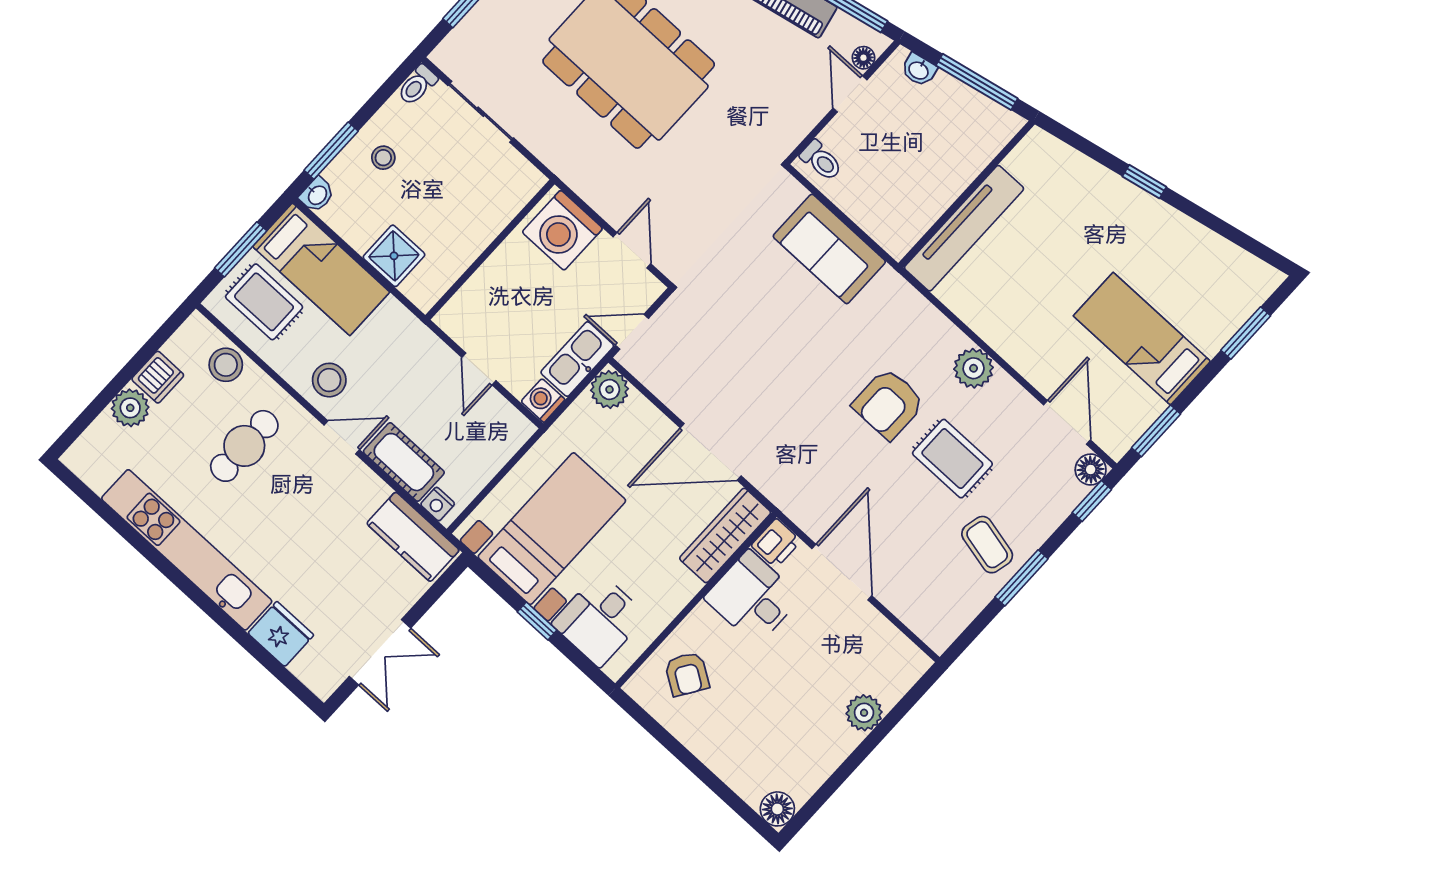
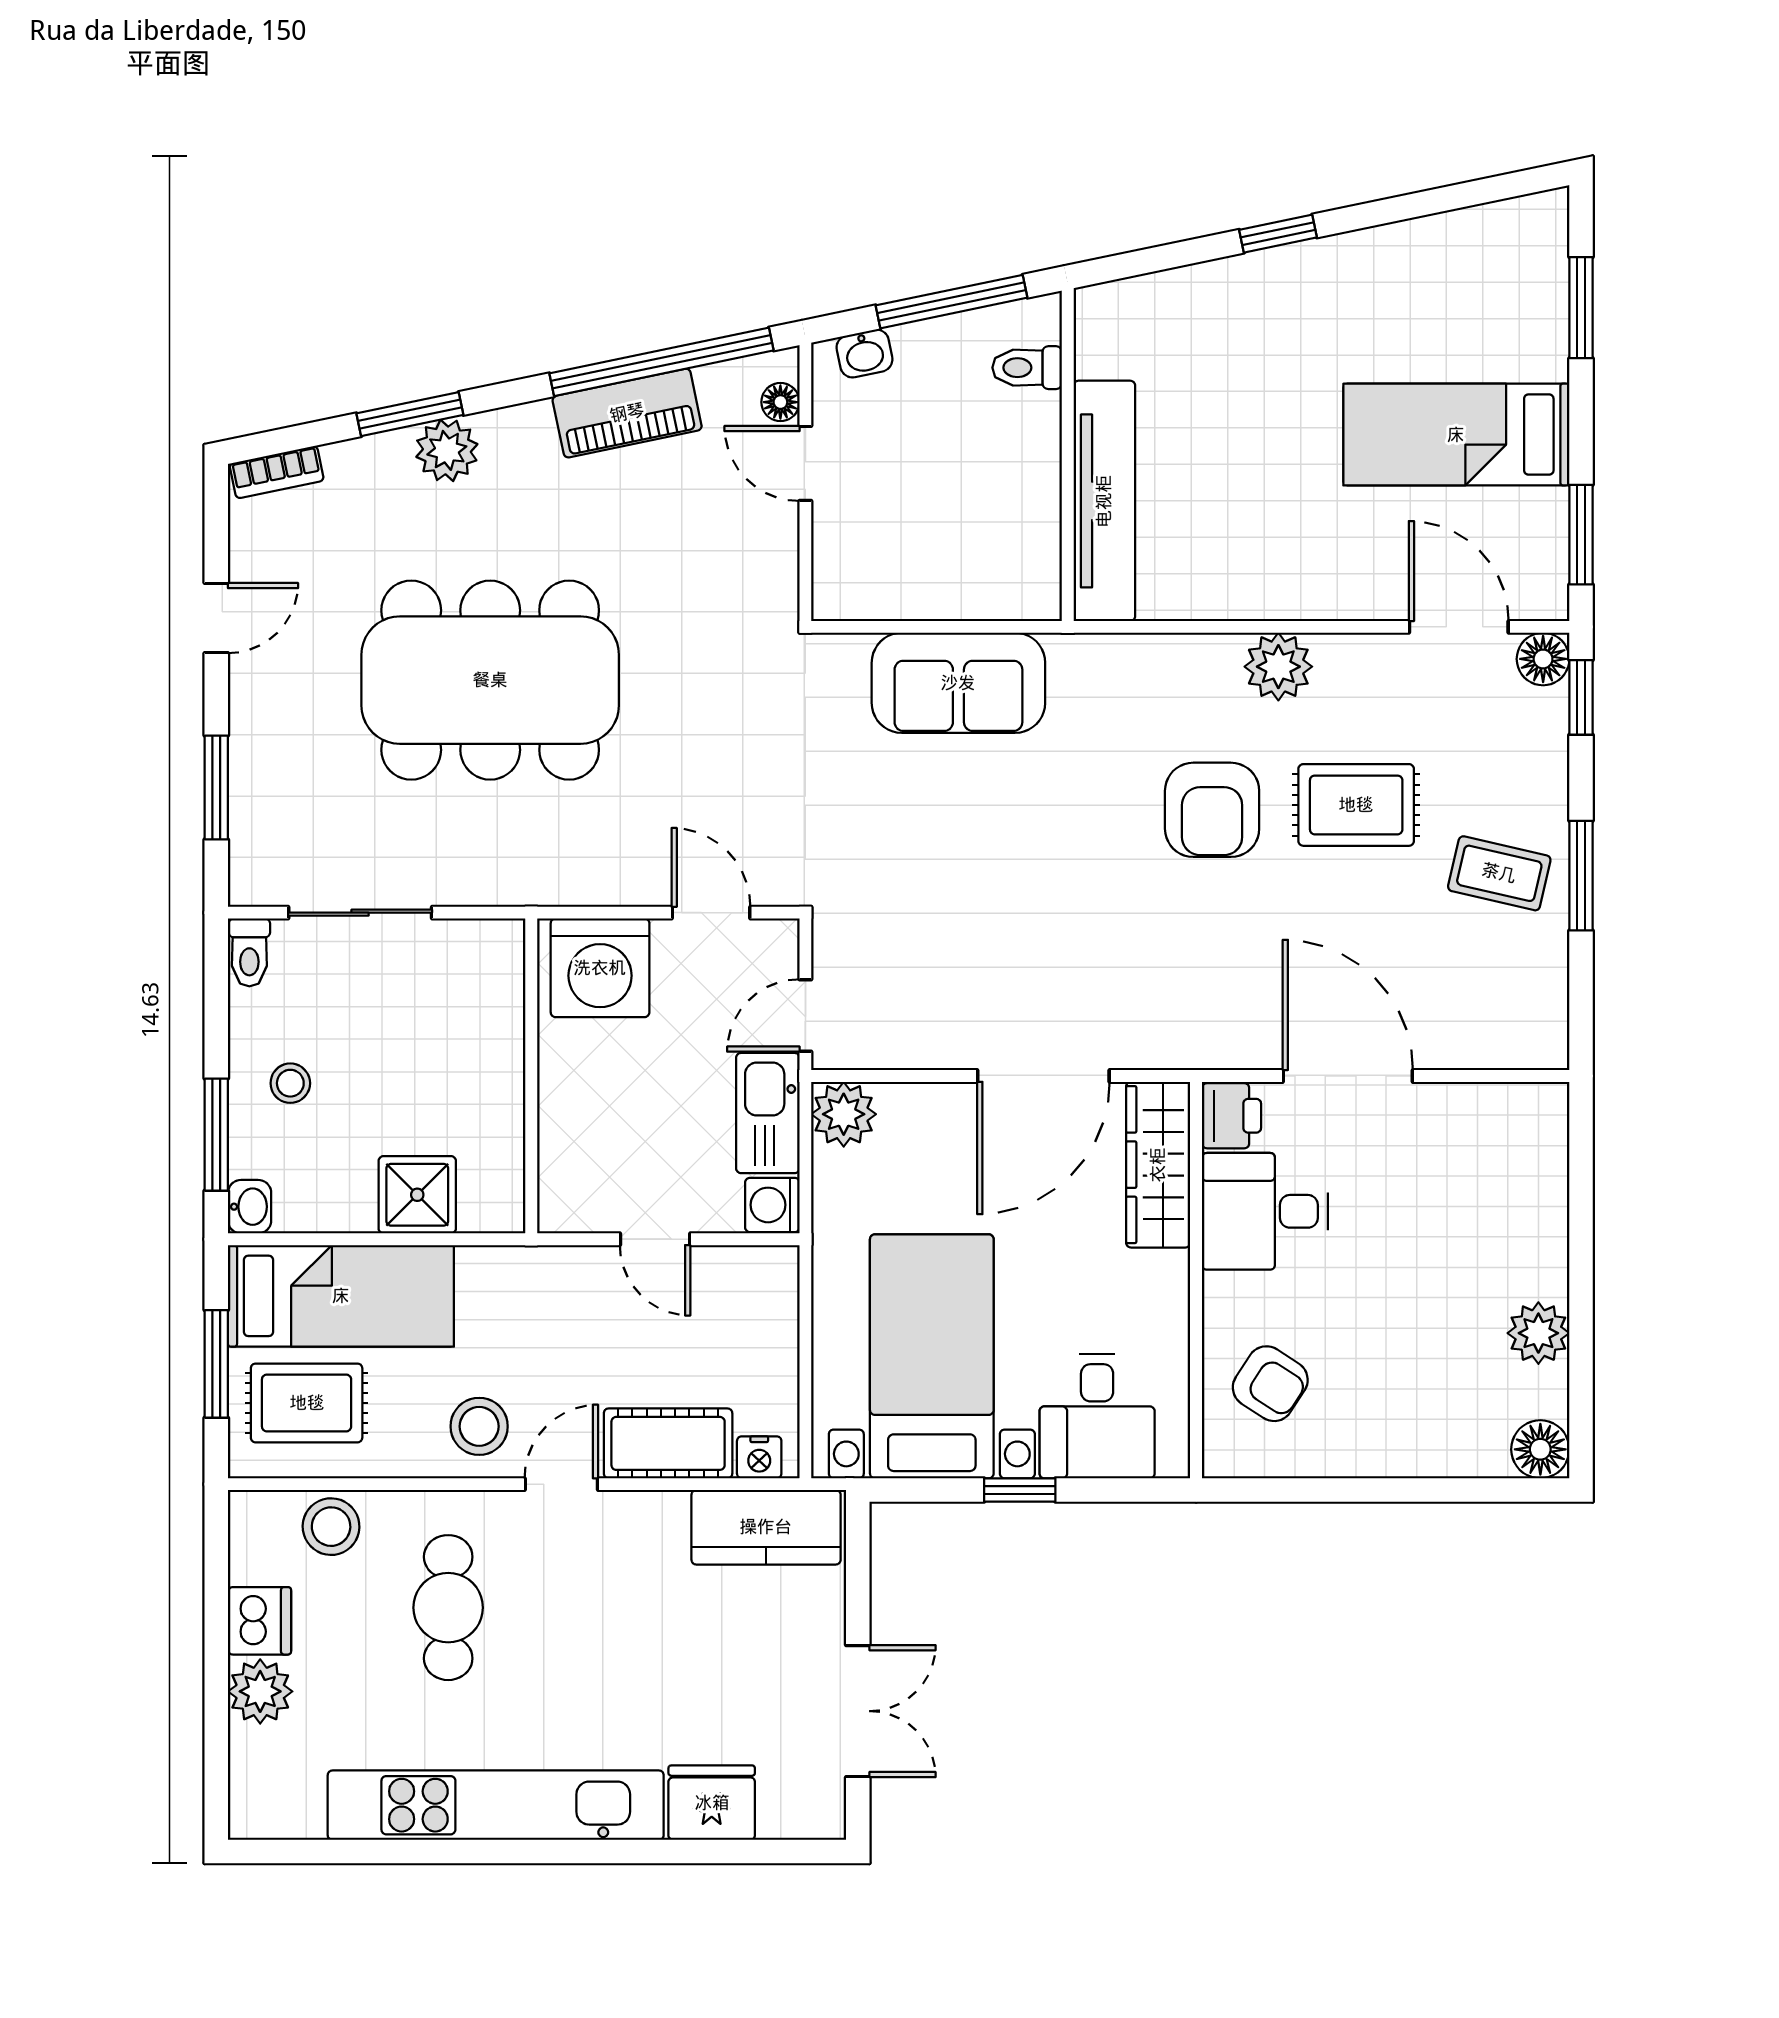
toilet: (821, 161) -> (1027, 368), moved, turned 180
plant: (864, 713) -> (1538, 1333), moved

